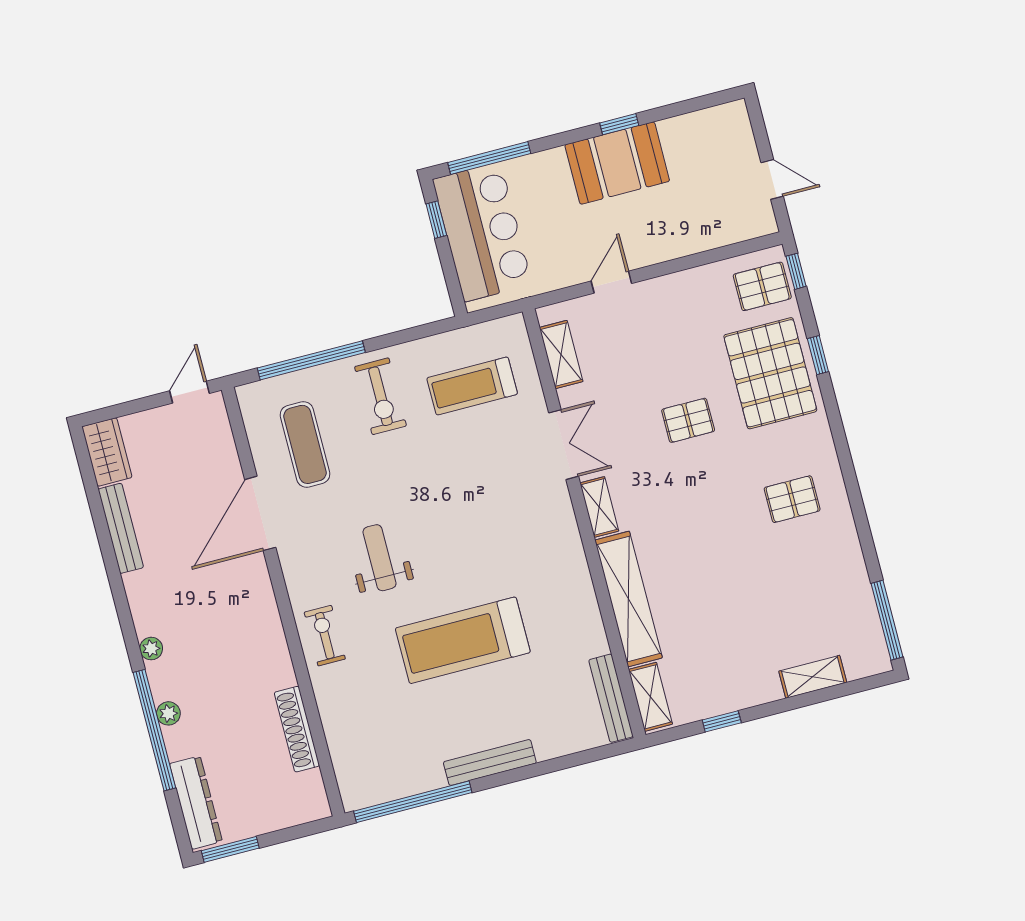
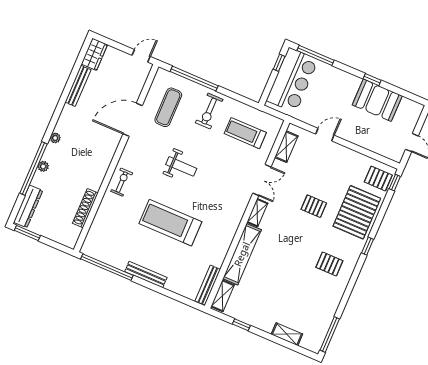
booth: (617, 163) -> (377, 100), moved
window: (818, 355) -> (368, 246), moved
weight bench: (379, 558) -> (181, 166), moved, turned 90

